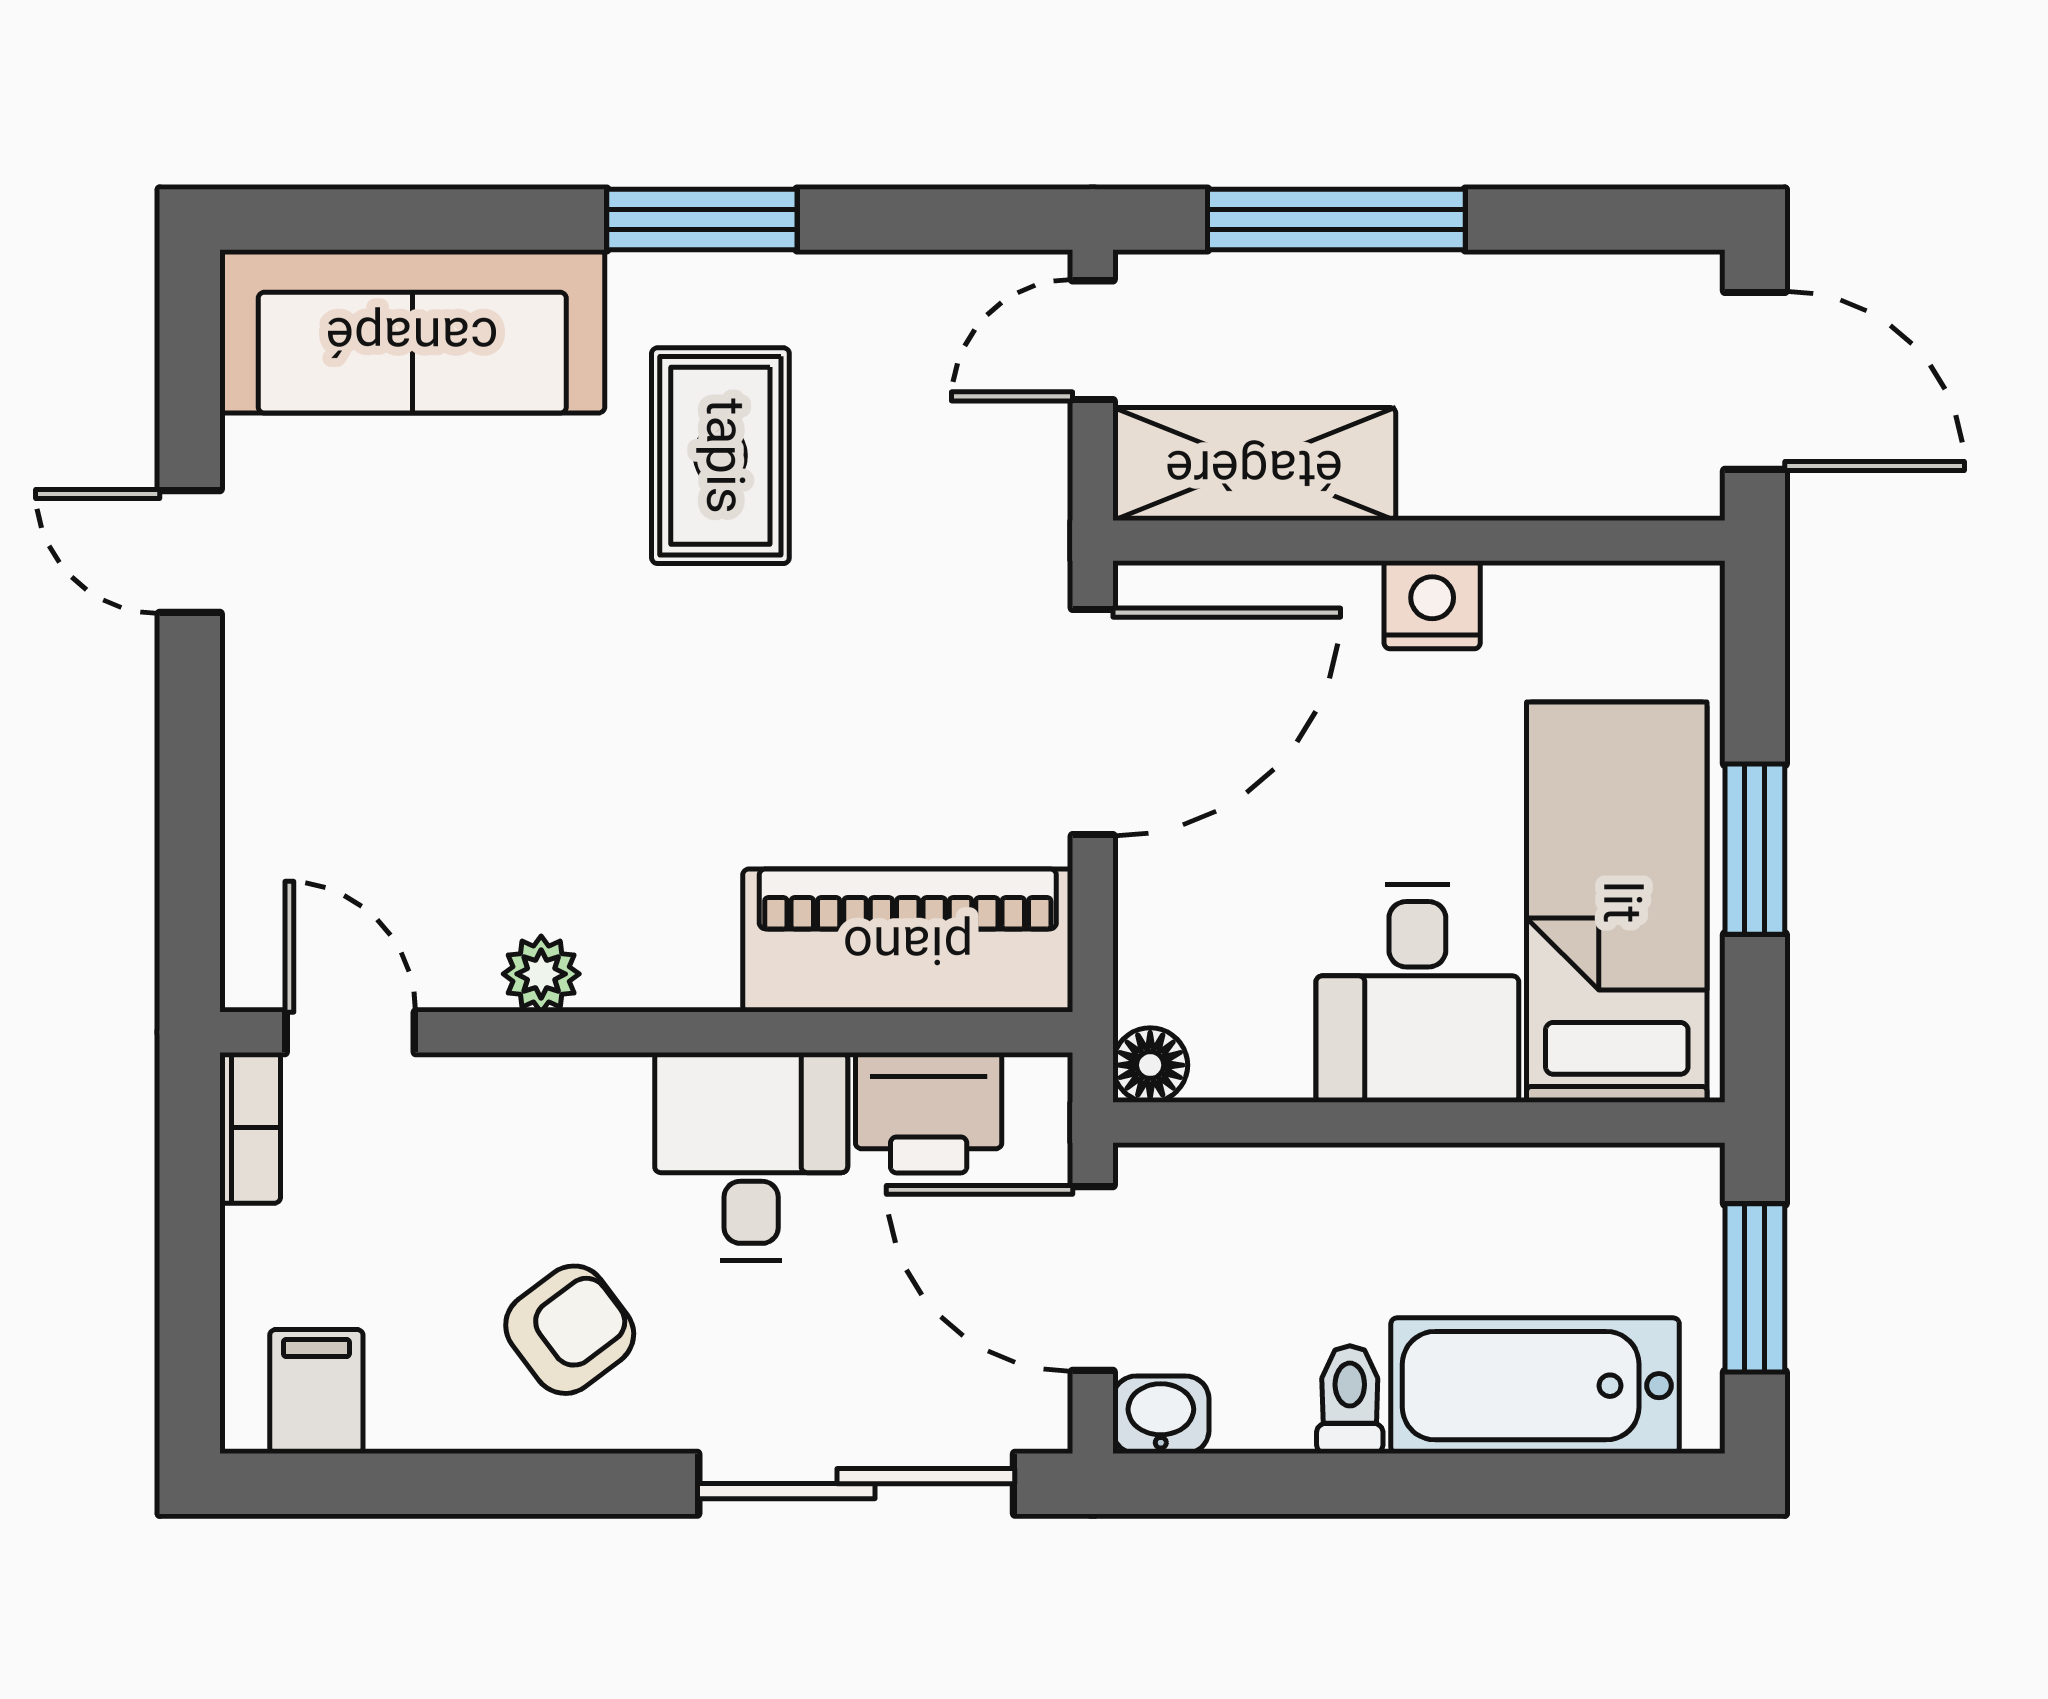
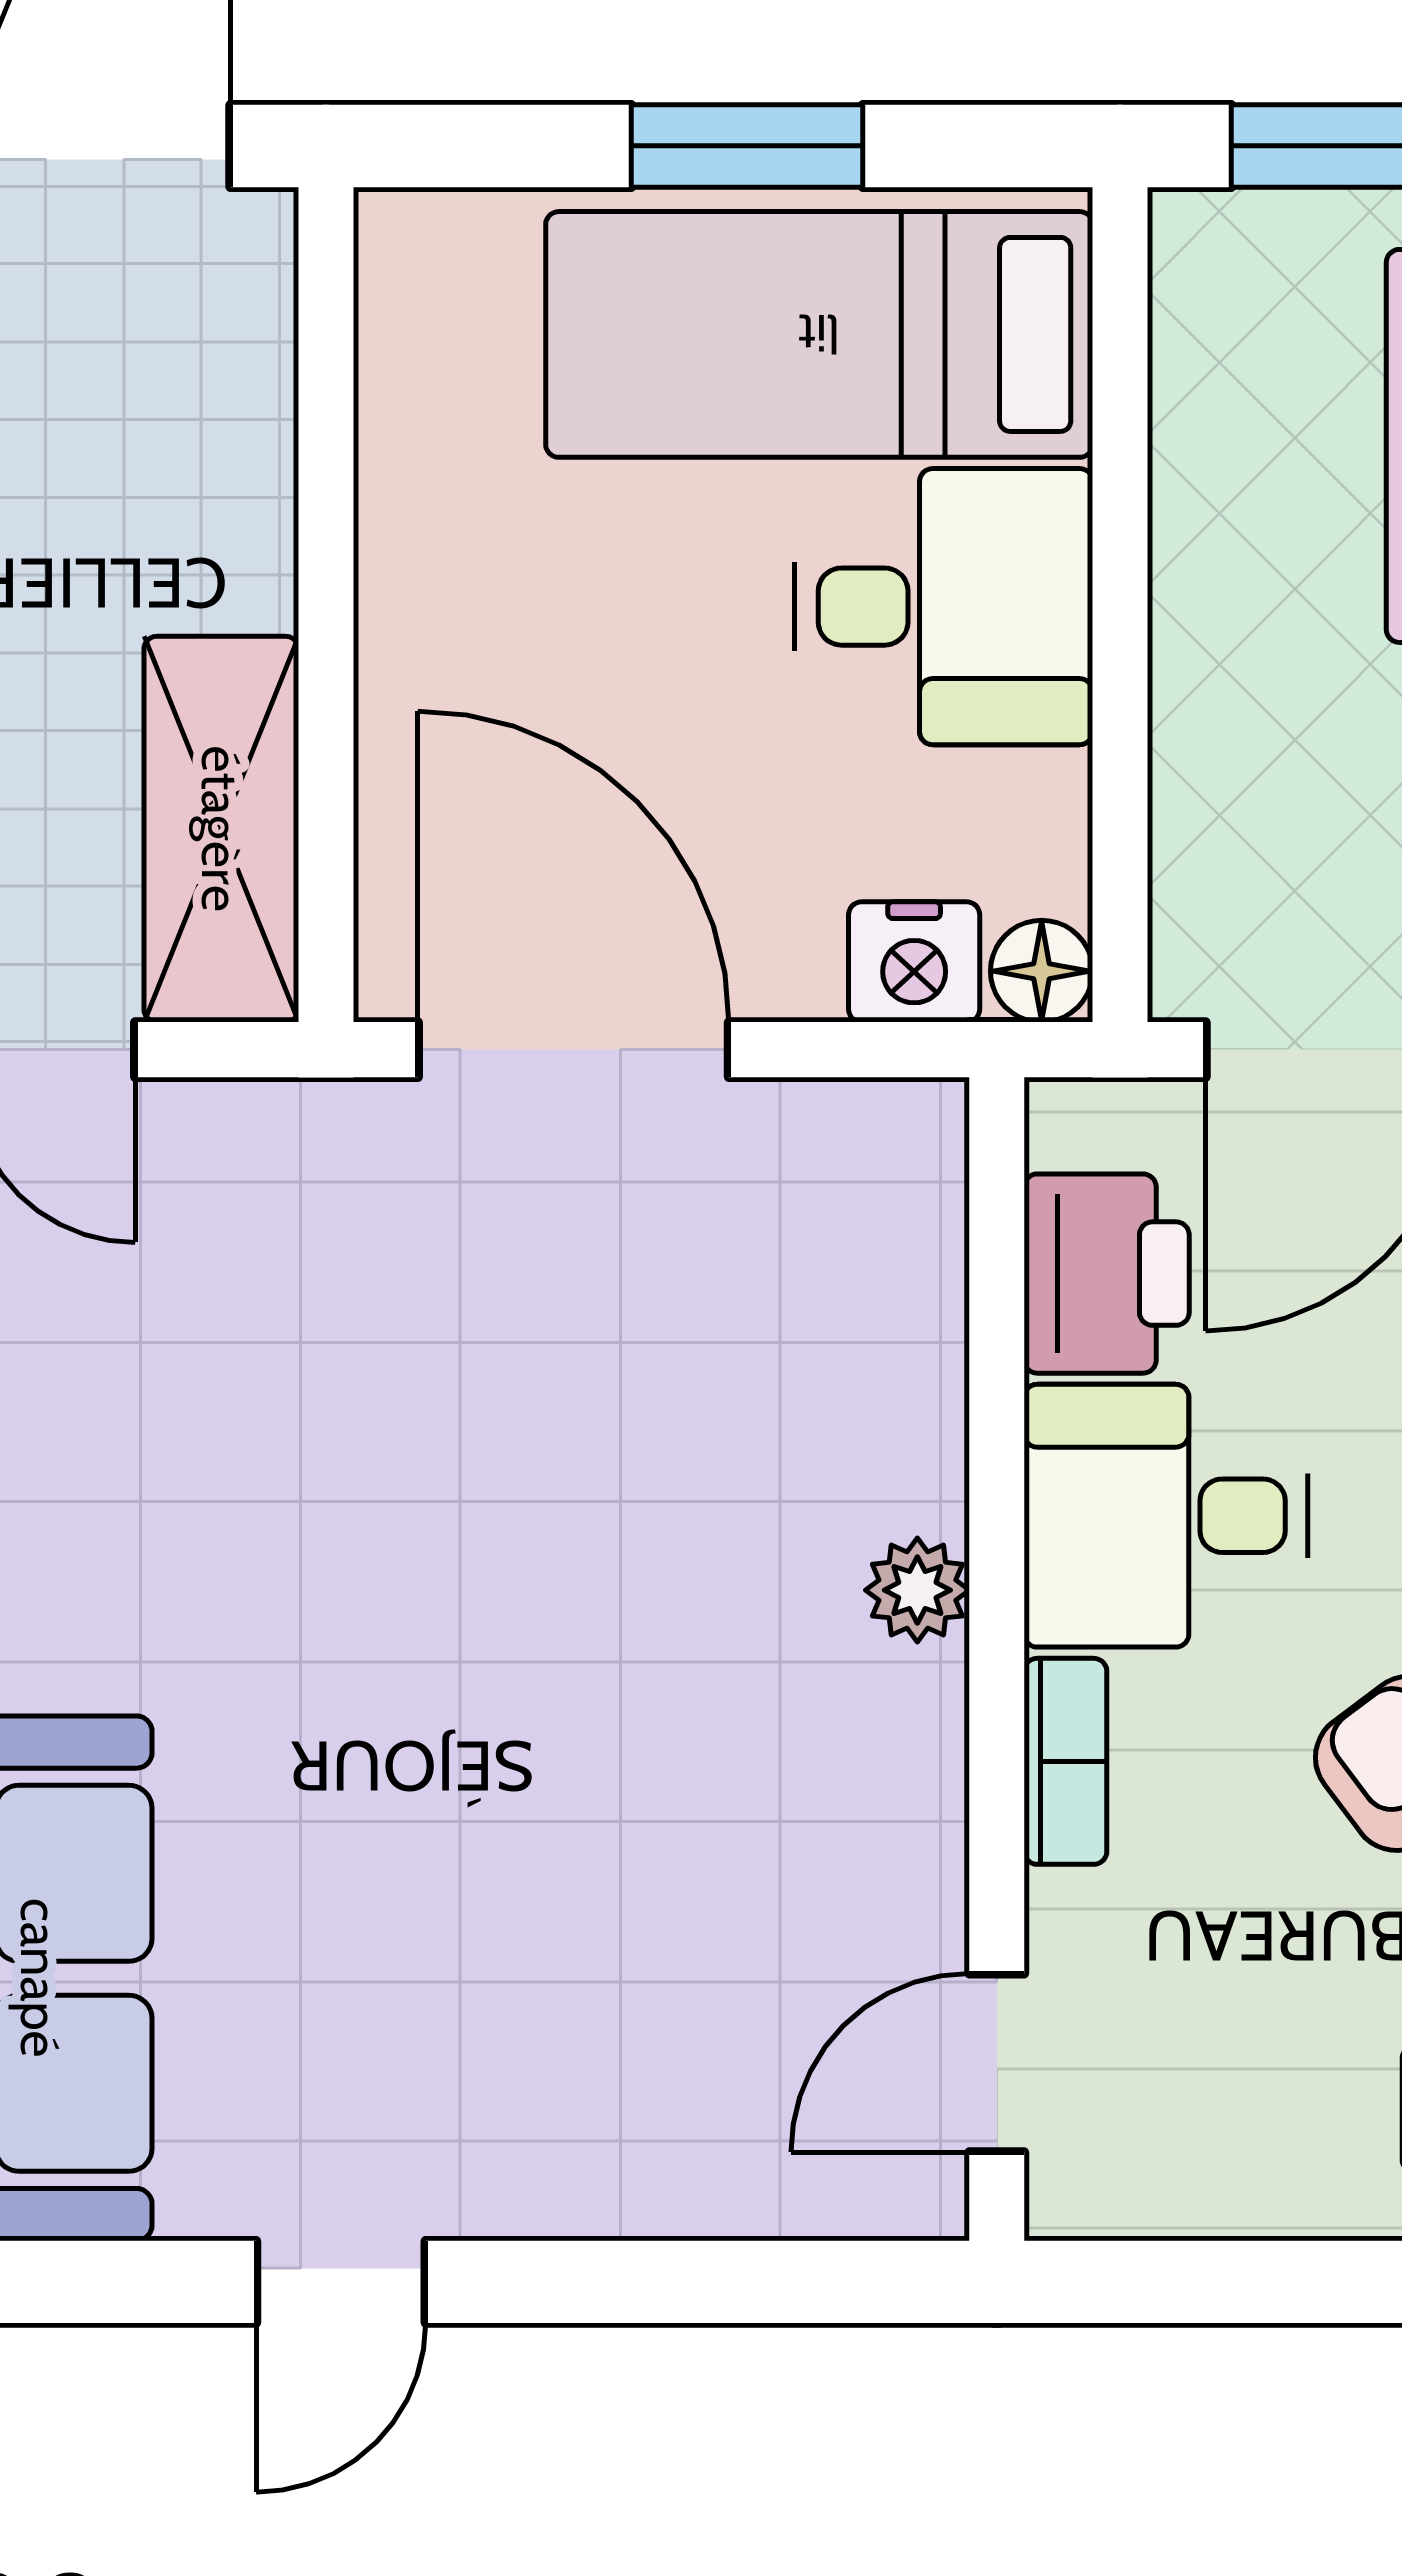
rug: (720, 456) -> (210, 1558), removed
nightstand: (1432, 605) -> (914, 962), moved, turned -90
piano: (908, 940) -> (872, 1302), removed
plant: (541, 974) -> (917, 1590), moved
bookcase: (250, 1128) -> (1065, 1761), moved, turned 90

